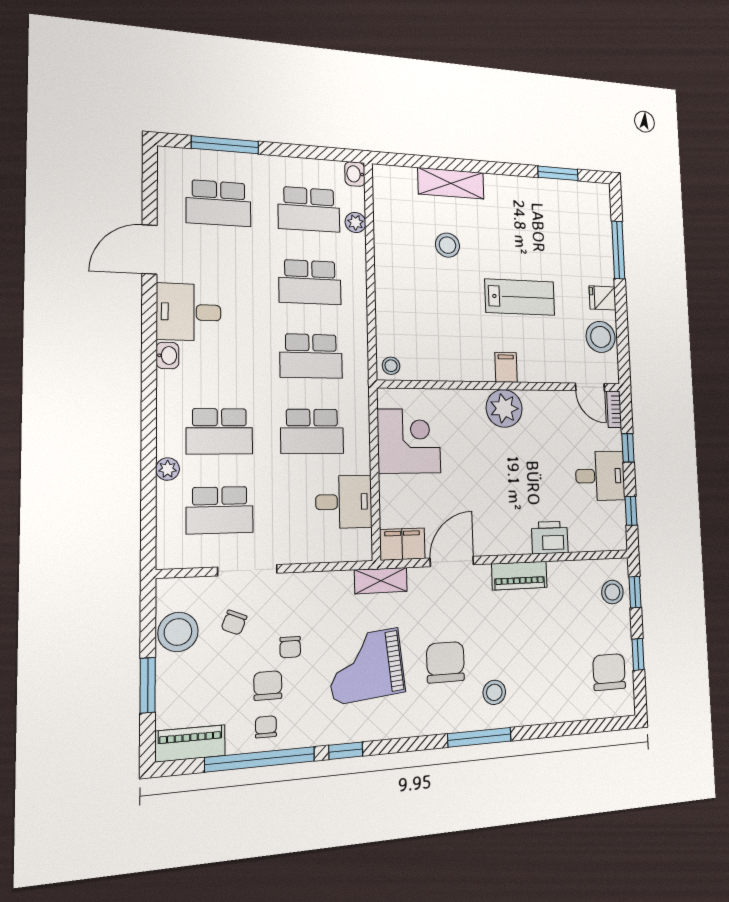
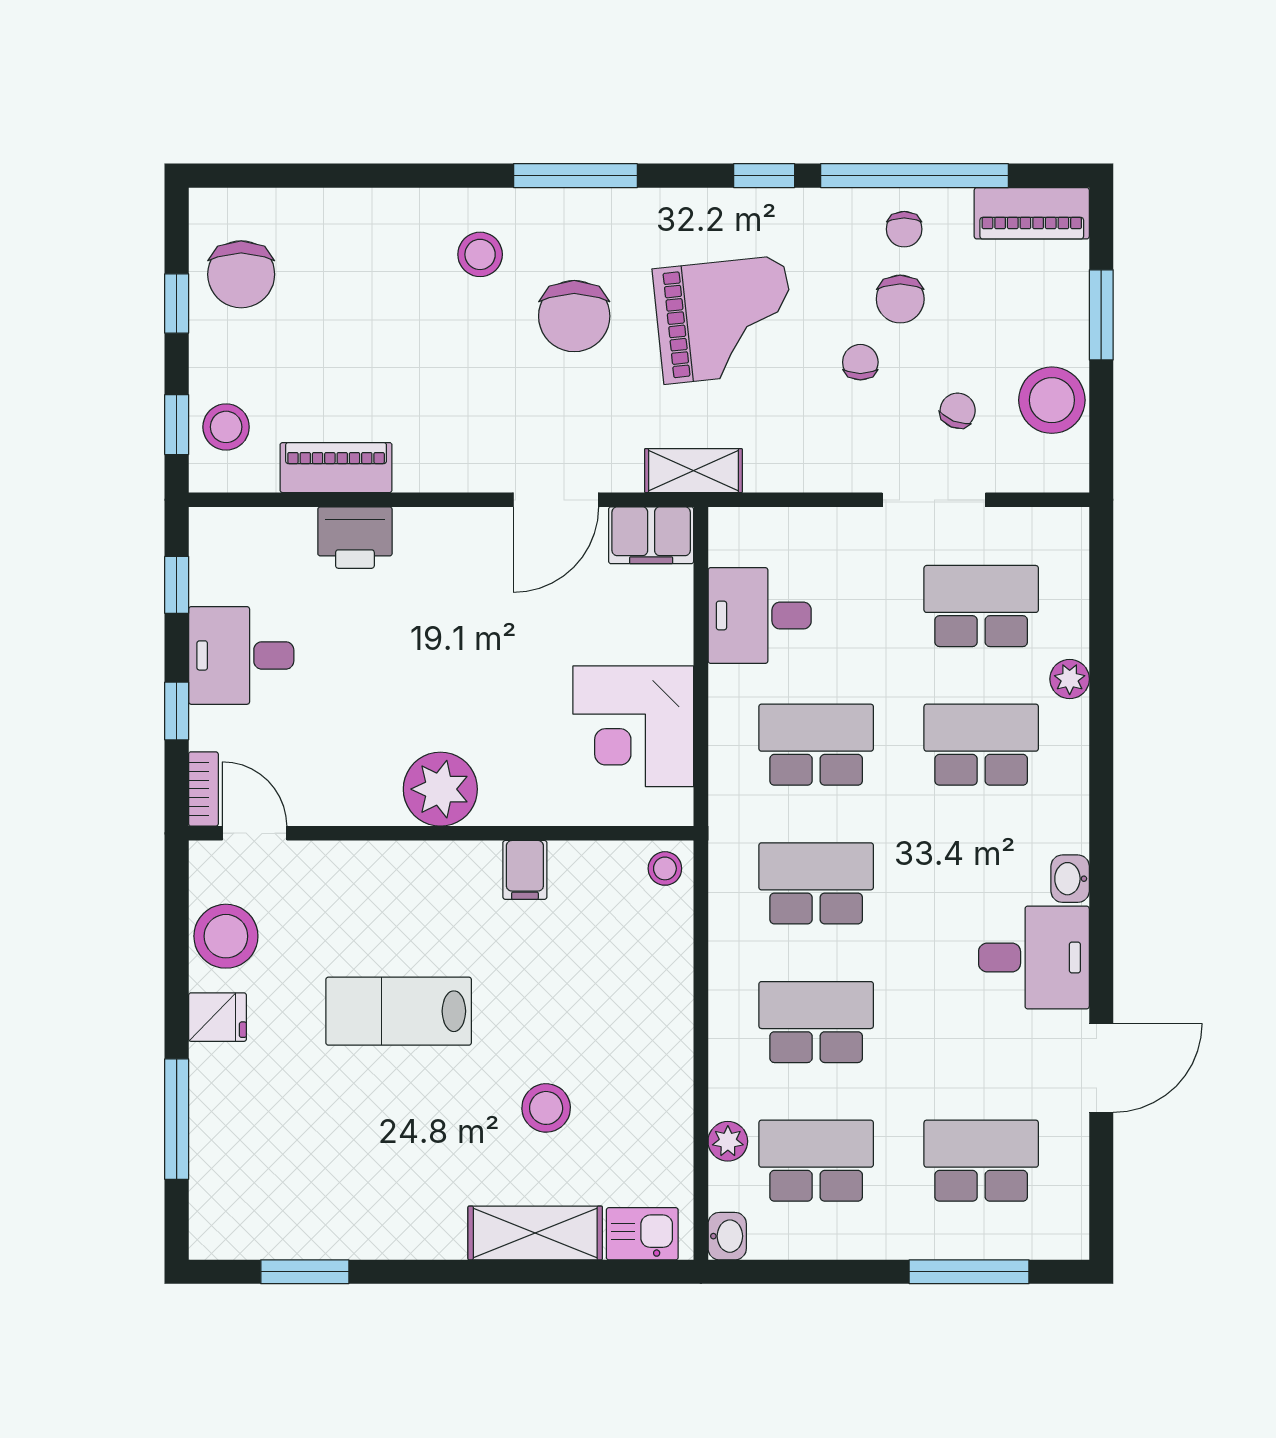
kitchen sink: (398, 179) -> (642, 1234), added
filing cabinet: (506, 367) -> (525, 870), moved
piano: (519, 576) -> (336, 468), moved
window: (479, 737) -> (575, 176), moved

